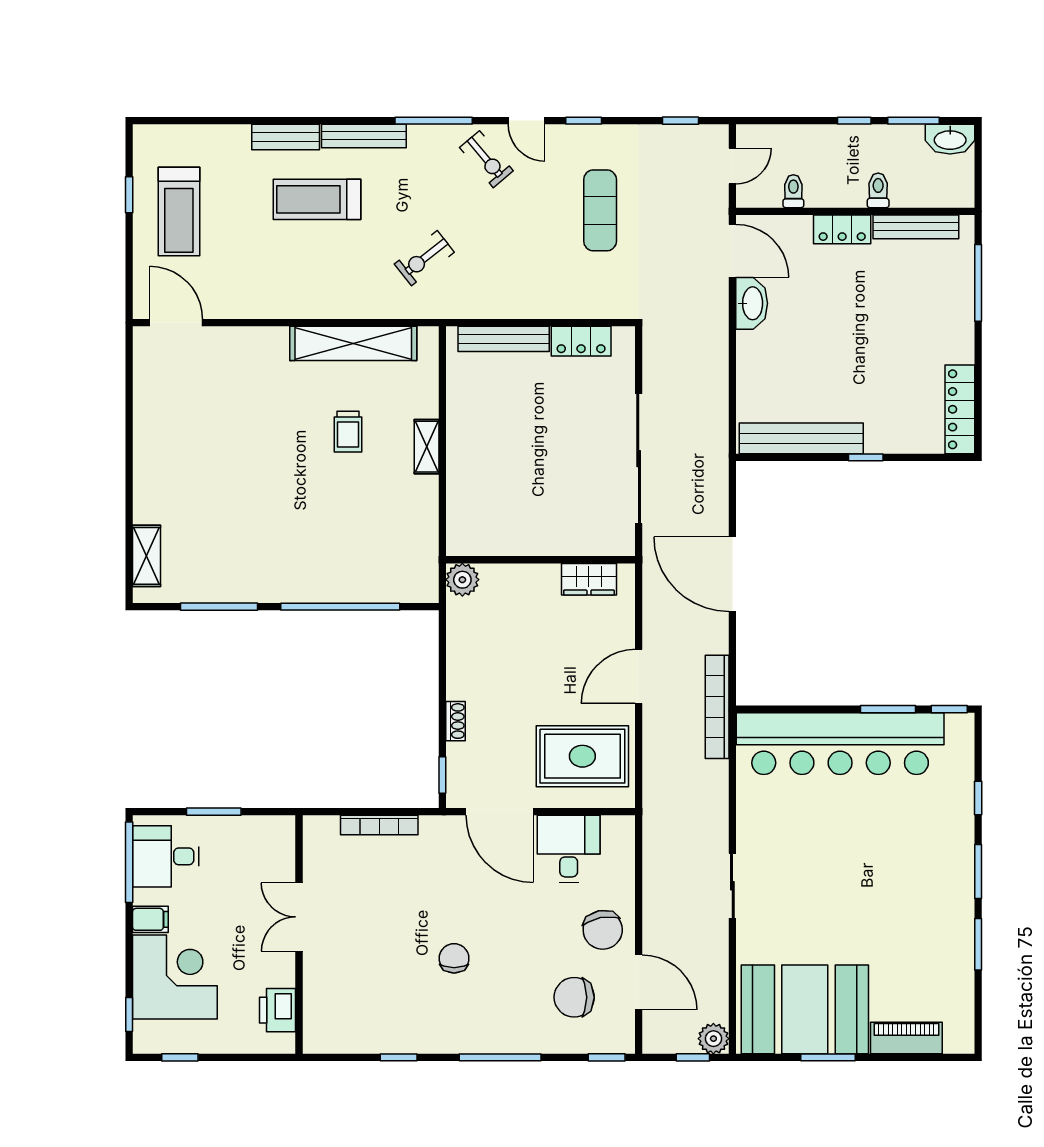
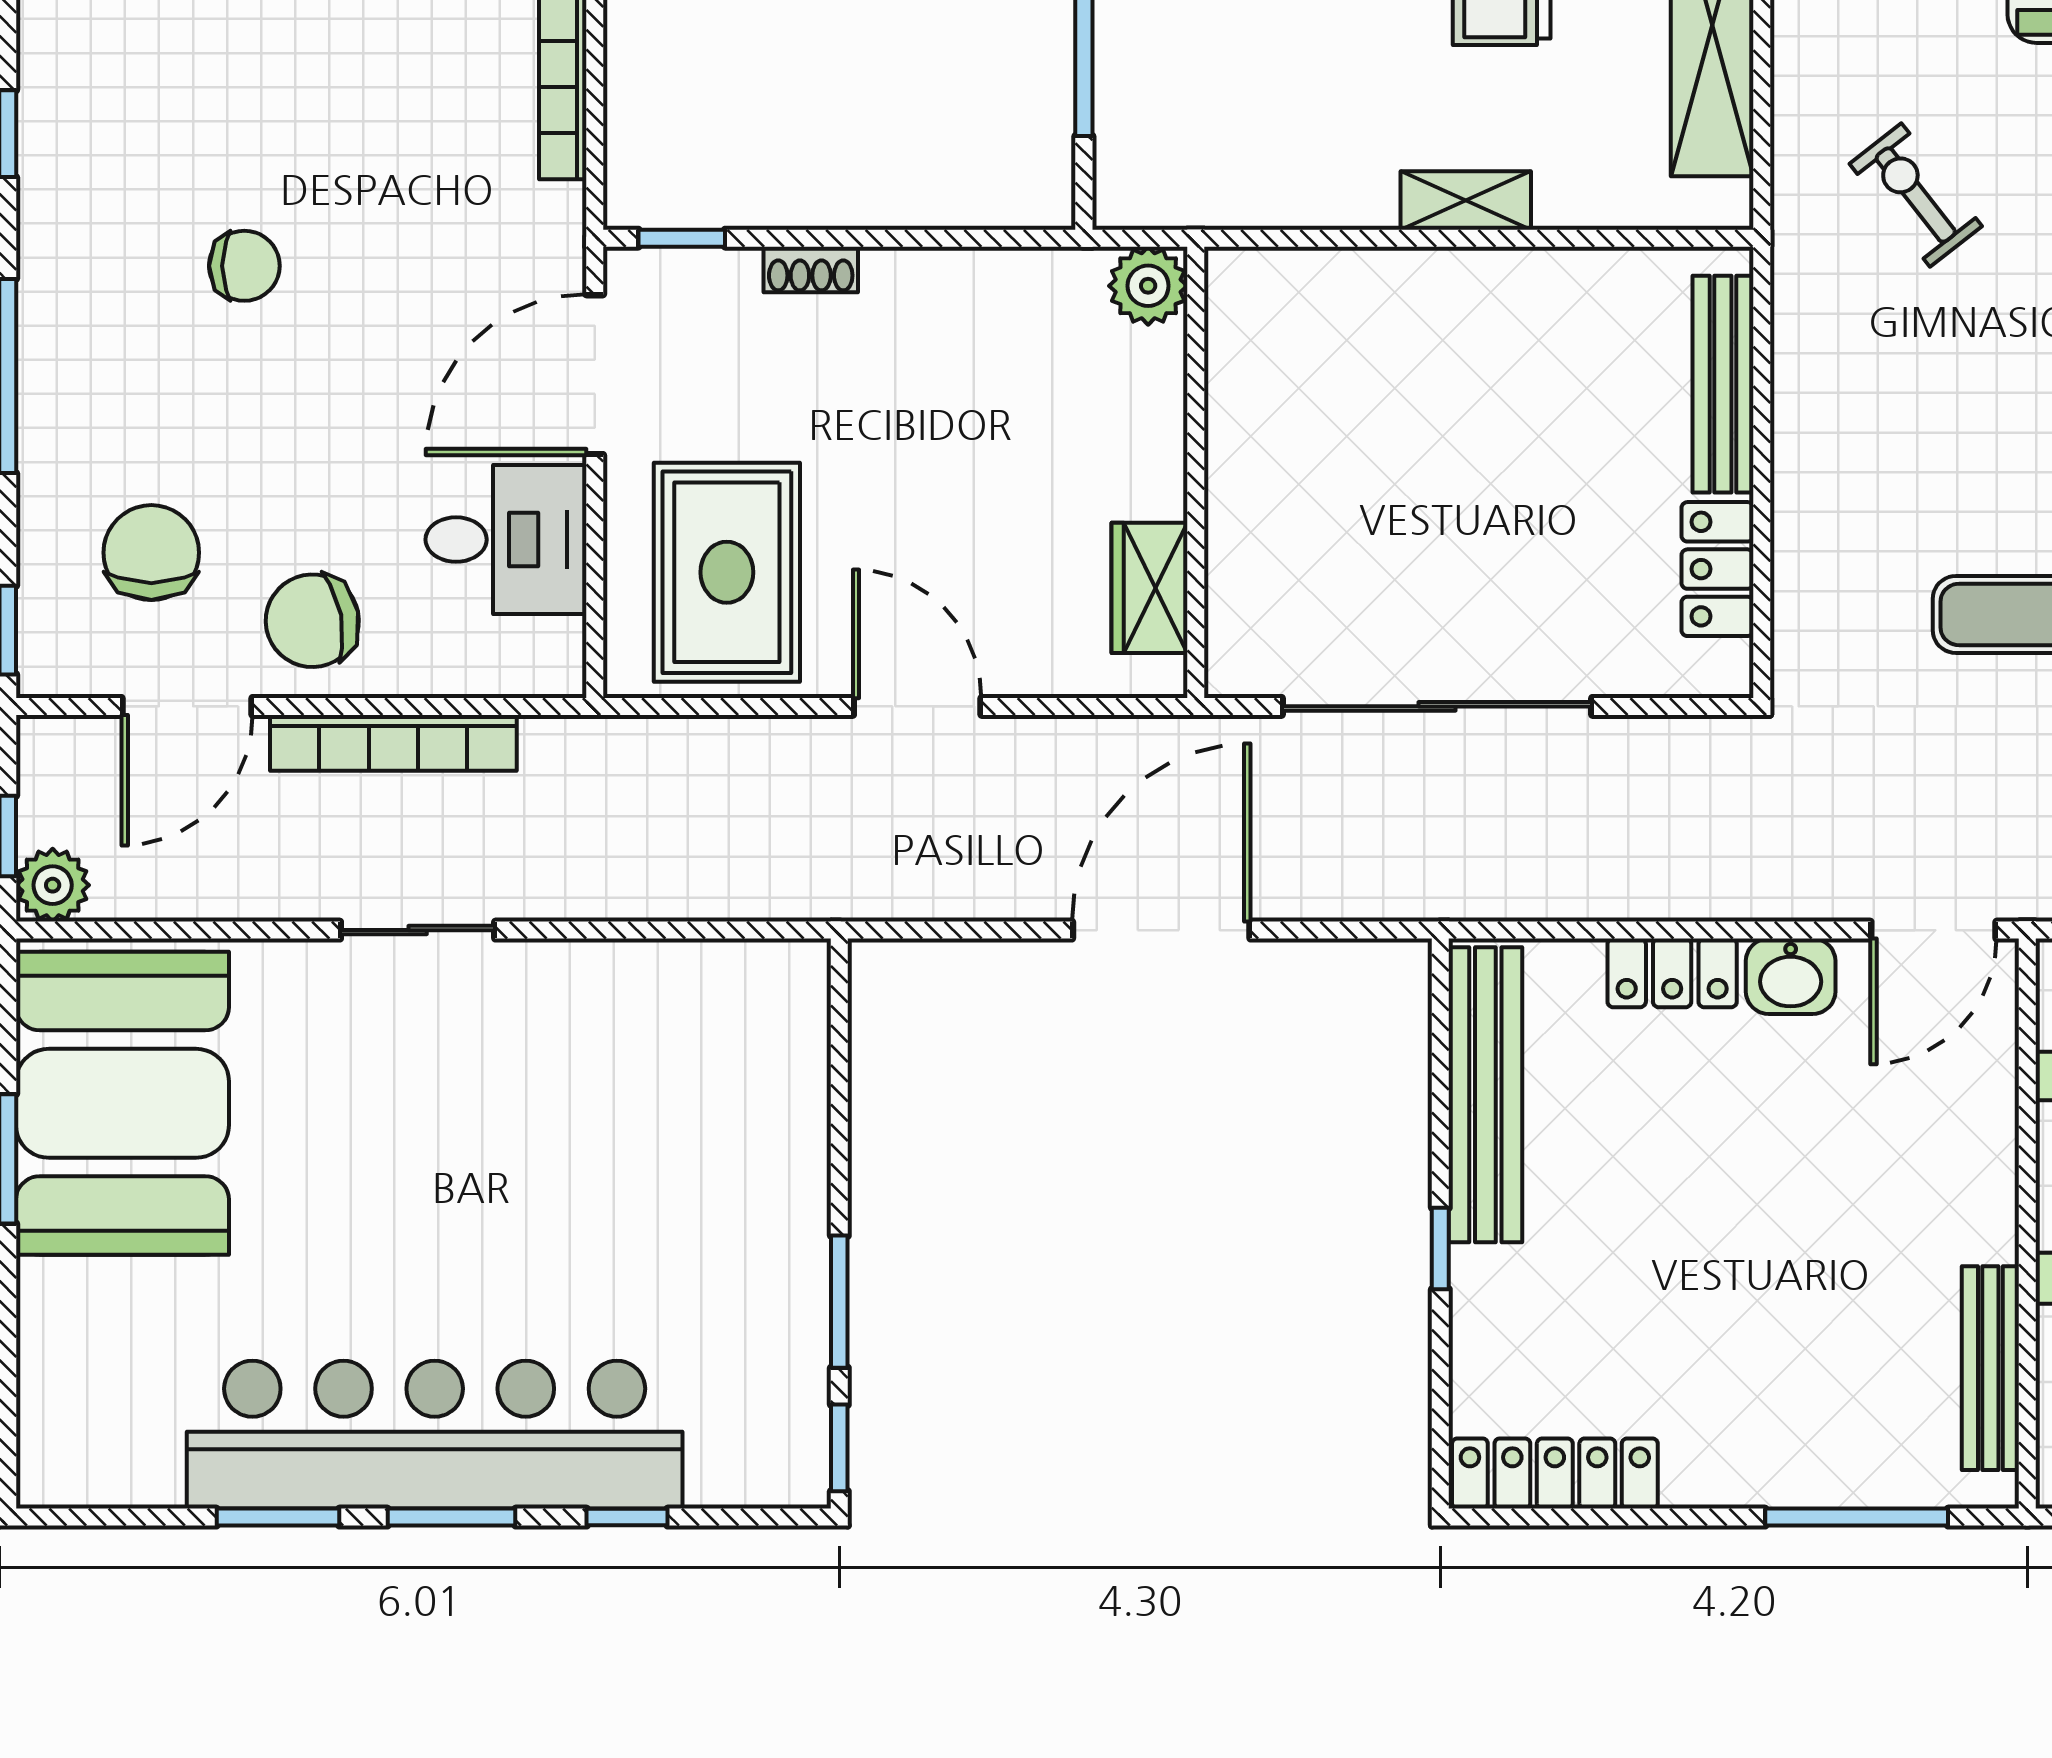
locker: (842, 229) -> (1672, 973), moved, turned -90
washbasin: (752, 303) -> (1791, 976), width x0.72
bookcase: (717, 707) -> (393, 743), moved, turned 180
bar counter: (840, 744) -> (435, 1435), moved, turned 90
piano: (906, 1038) -> (54, 1346), removed

